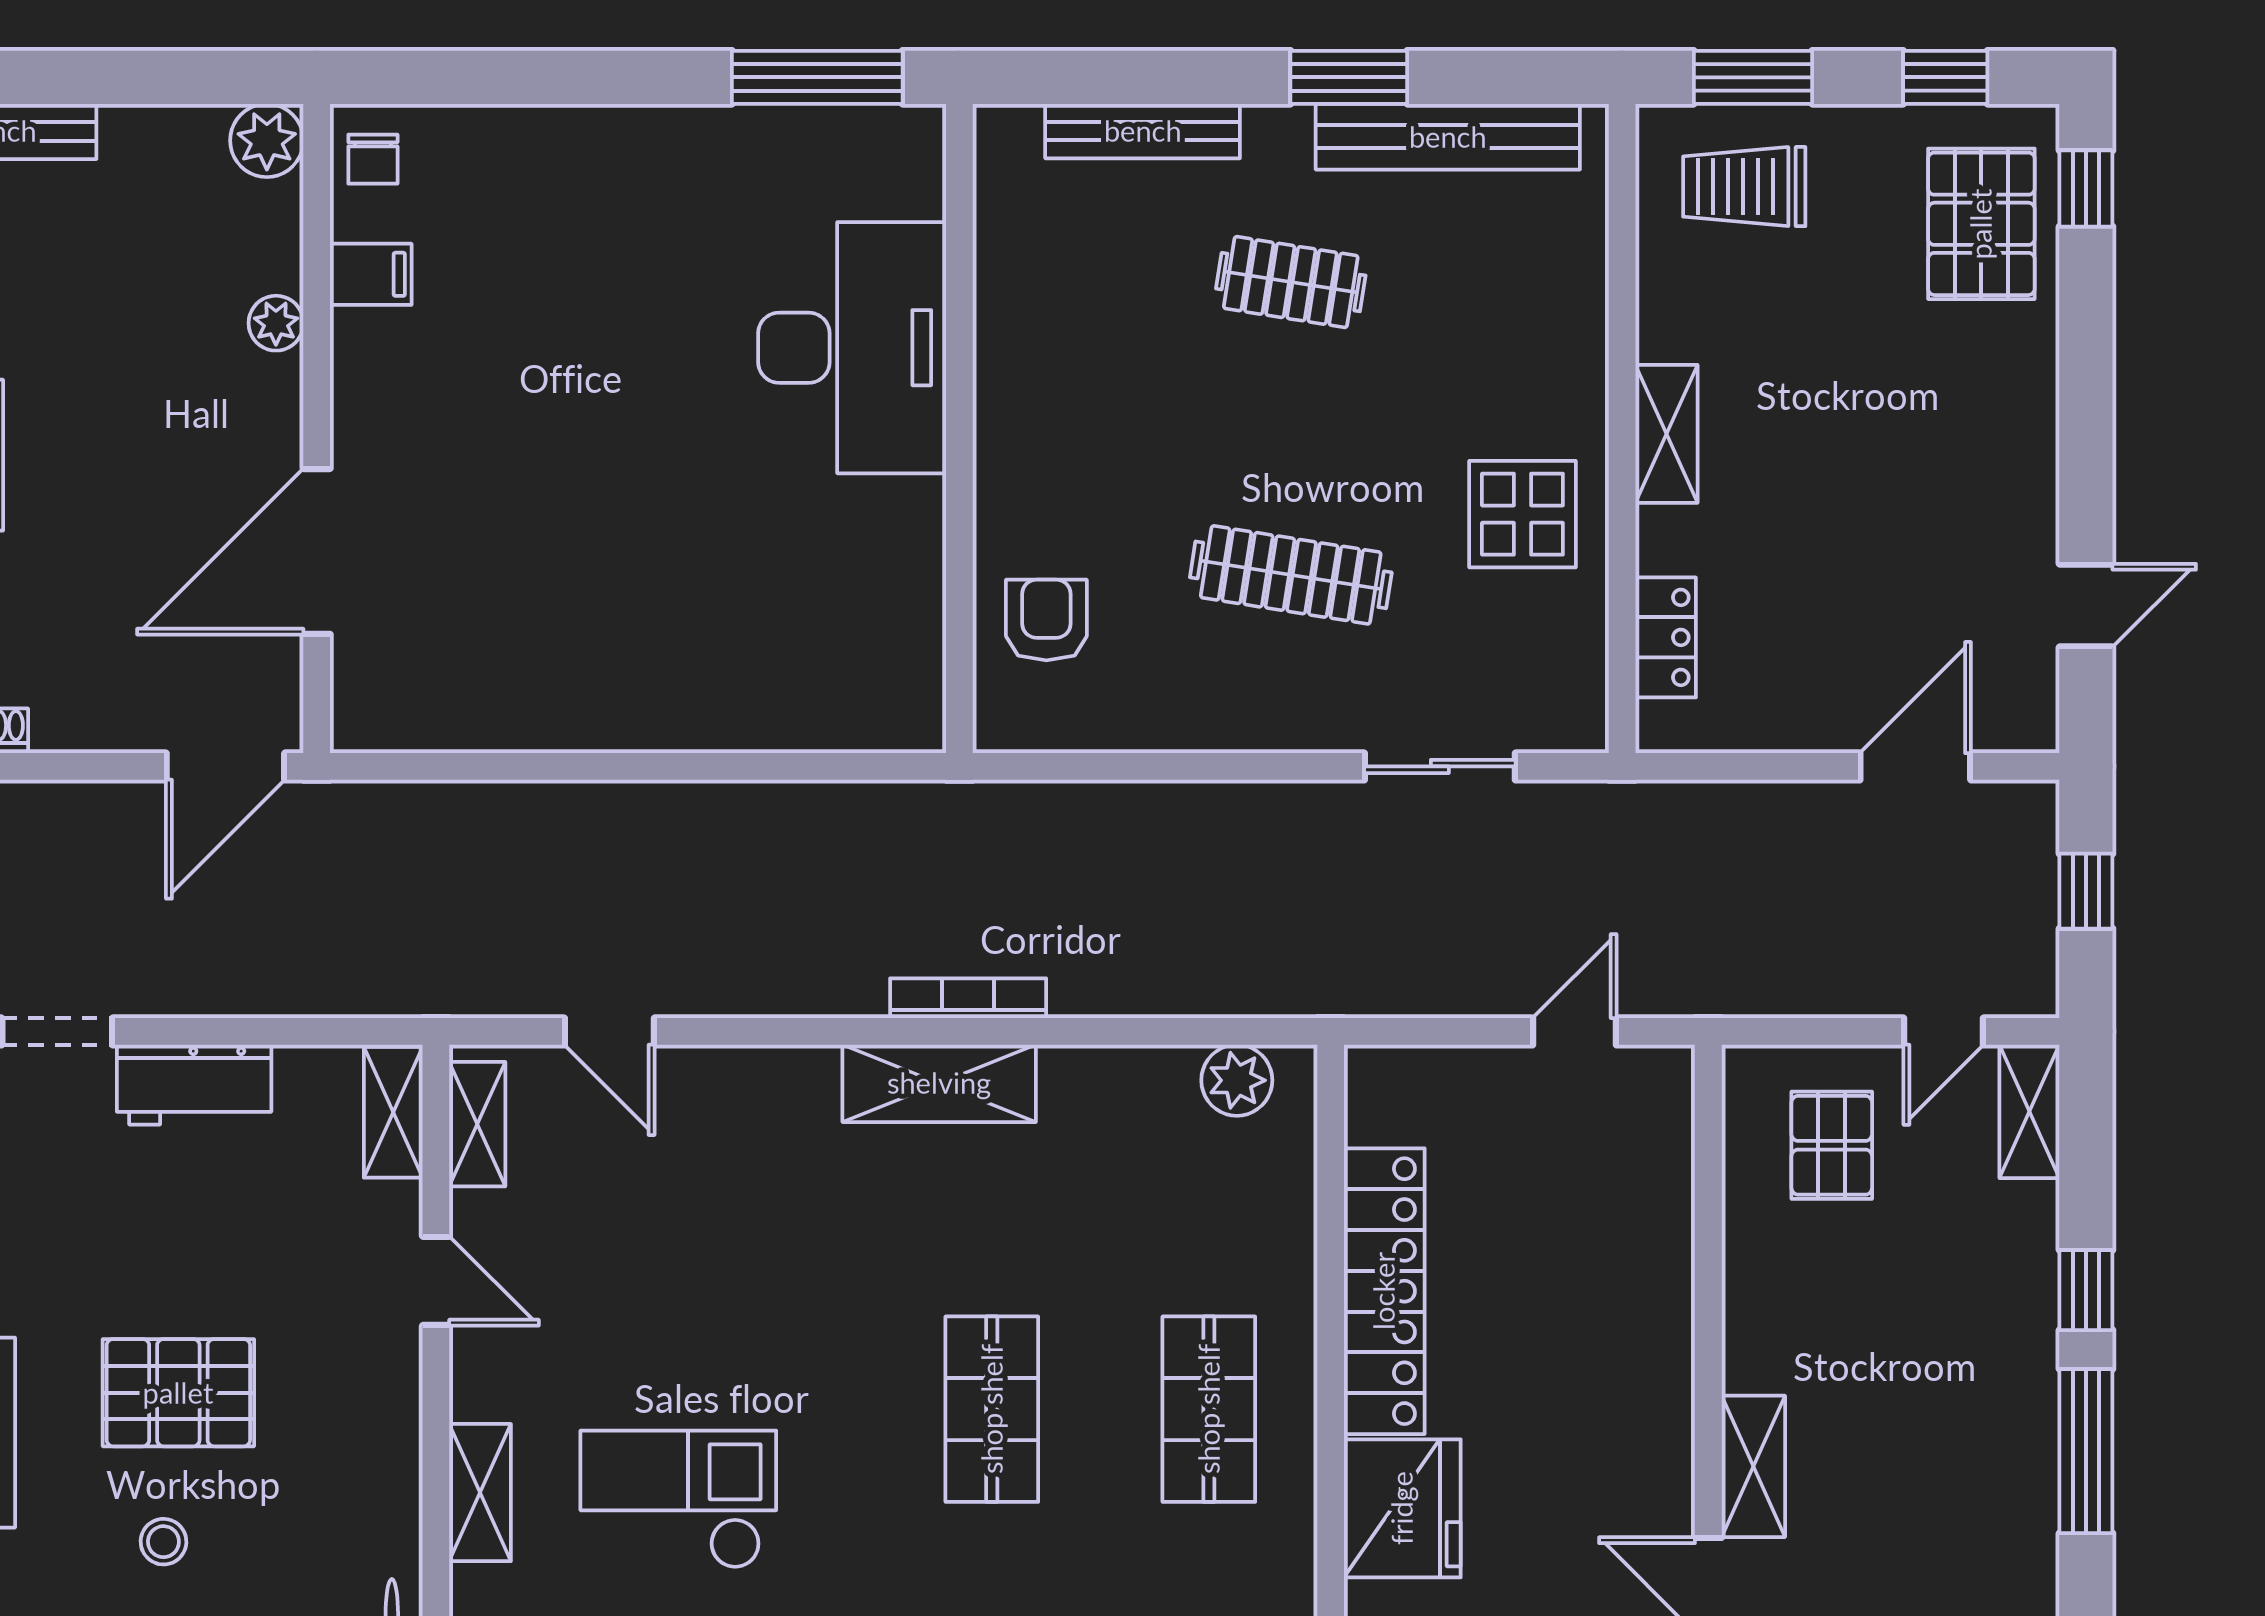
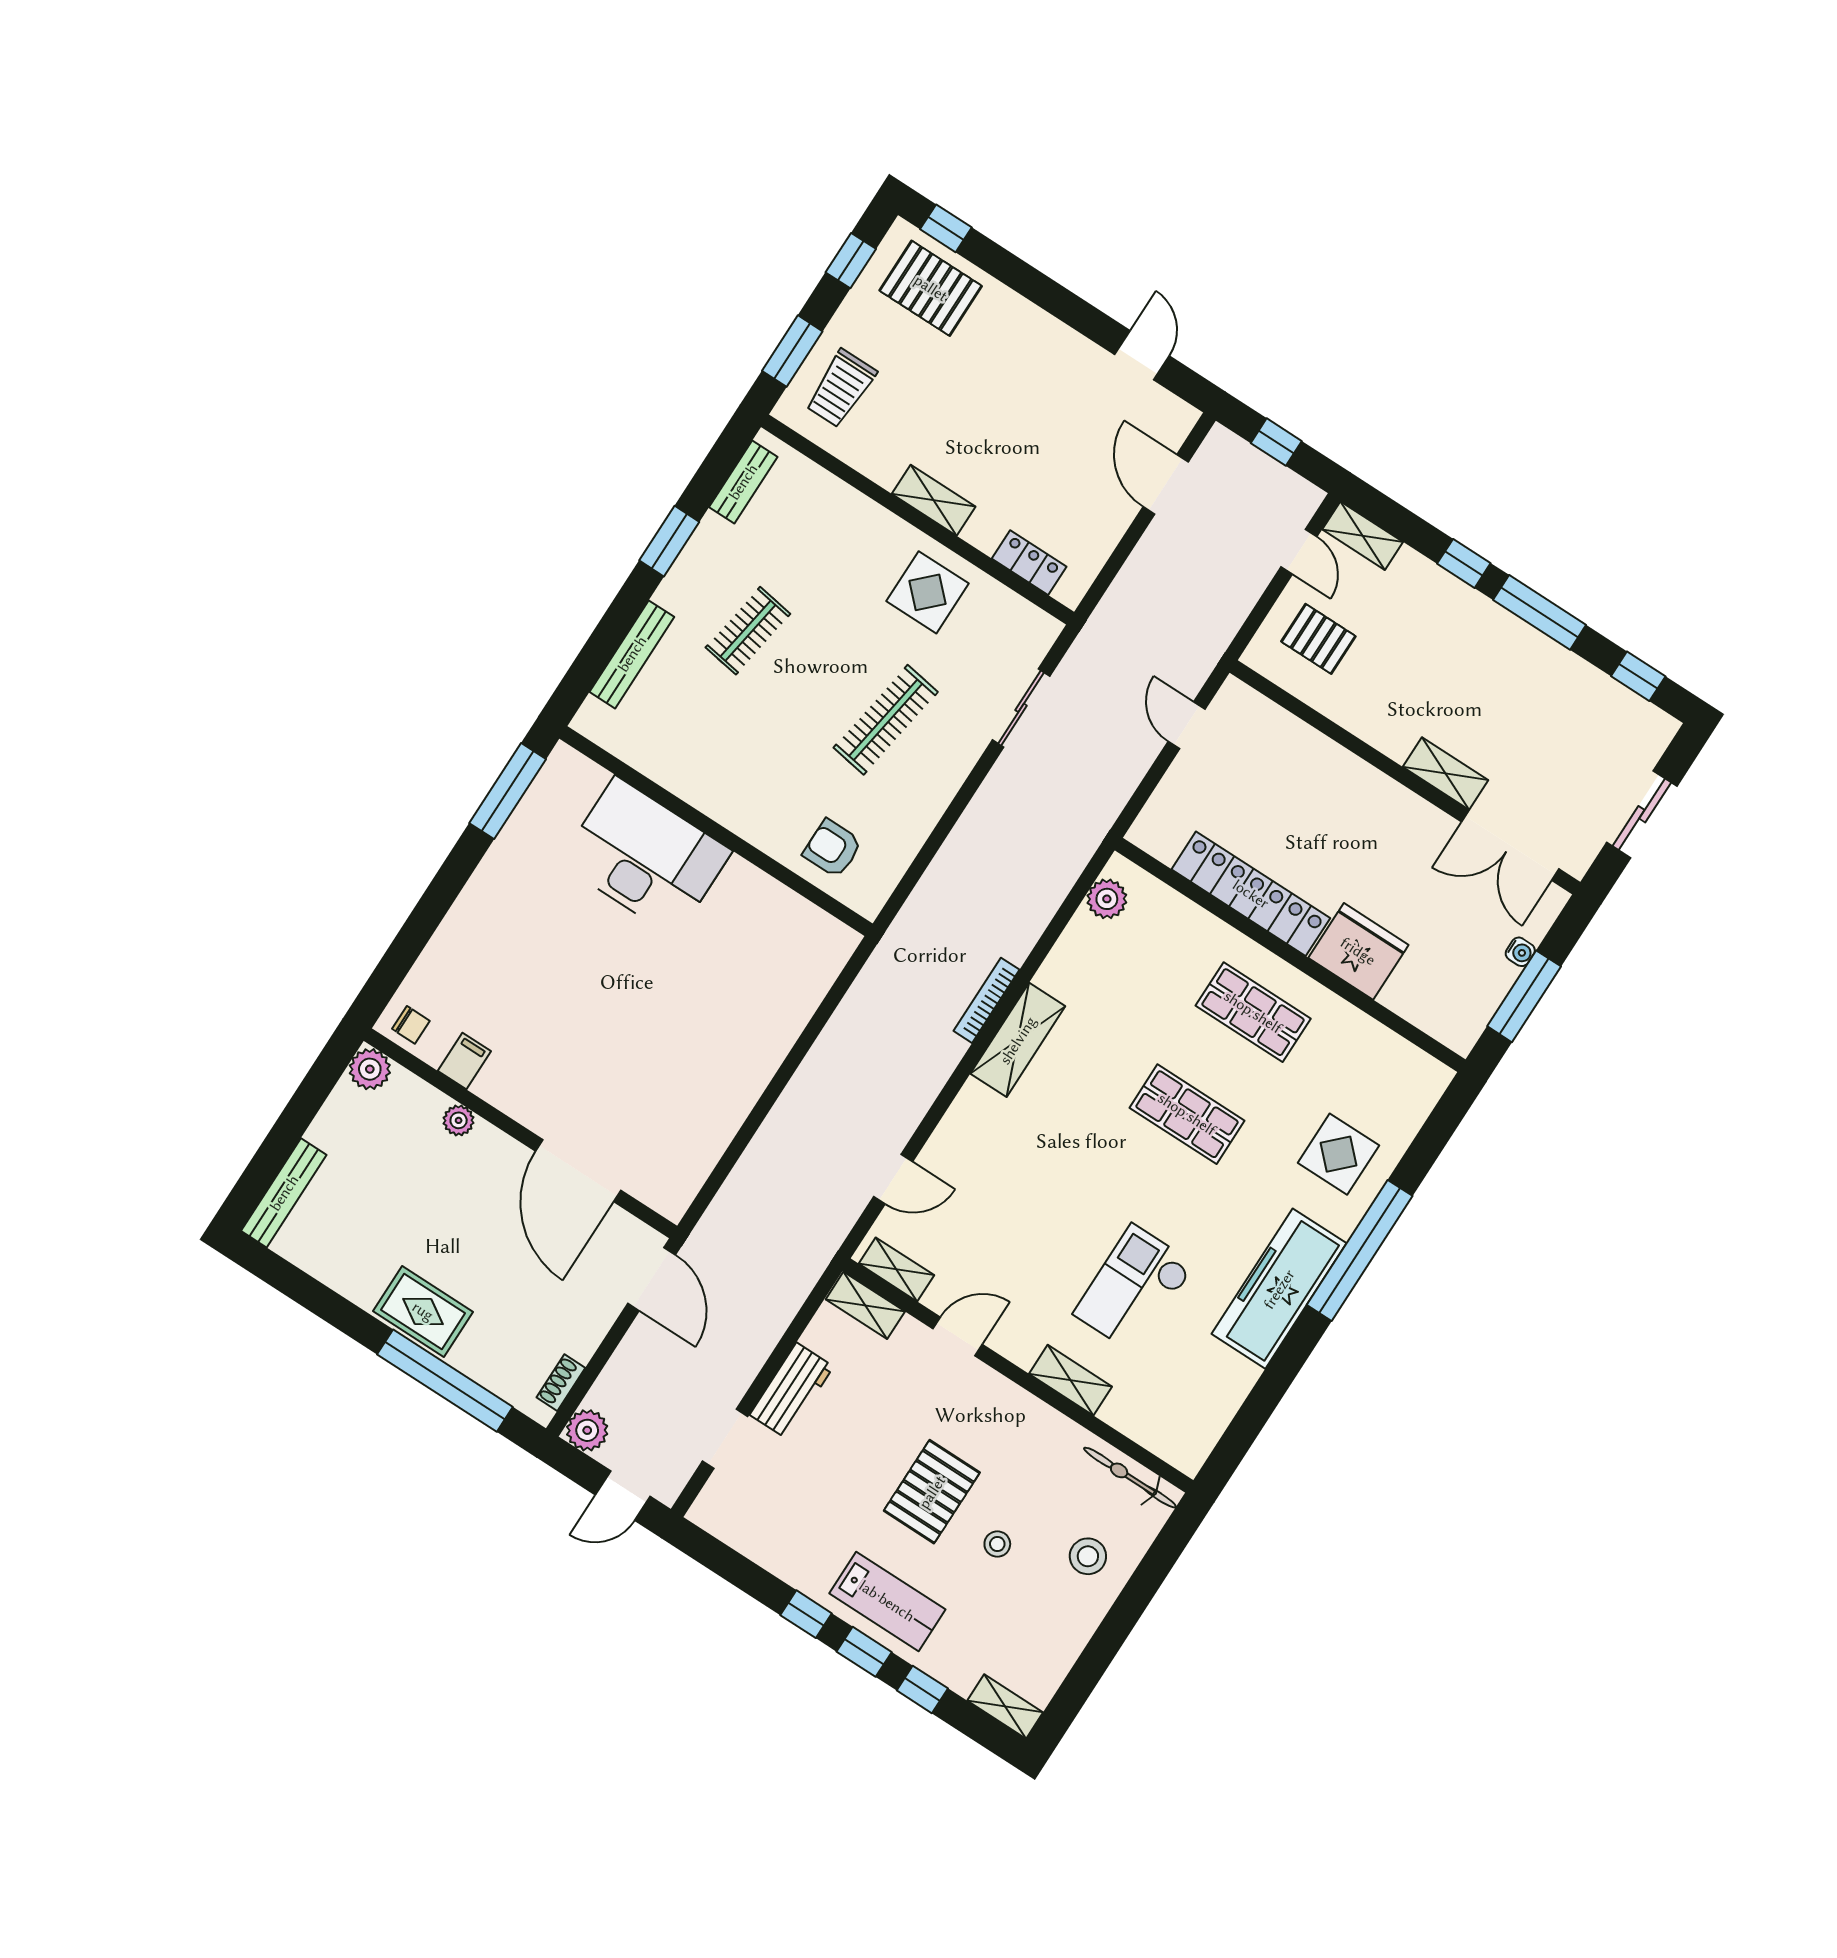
bench: (1448, 137) -> (743, 482), width x0.54, depth x0.82

